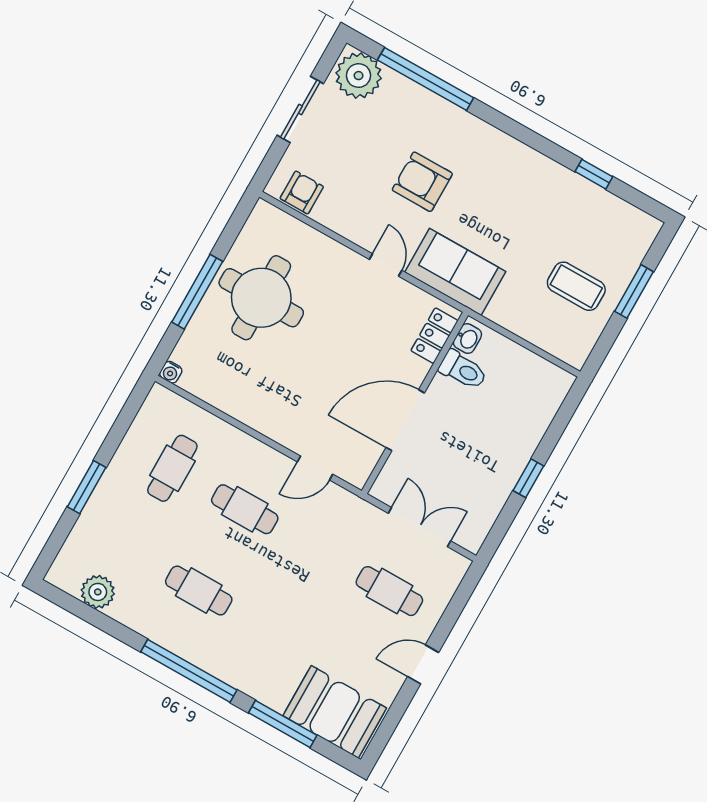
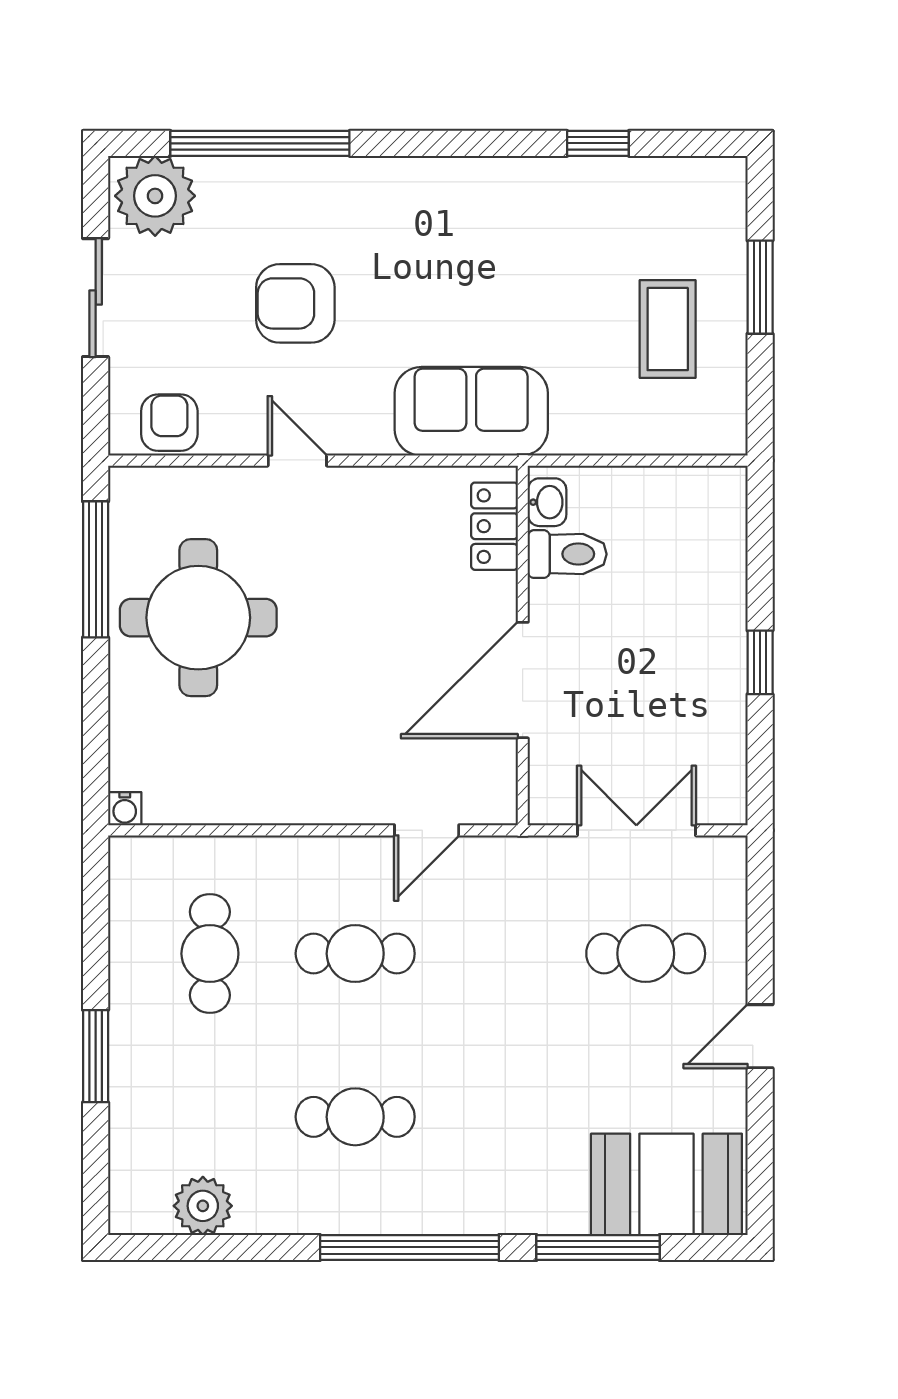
armchair: (422, 182) -> (295, 303), moved
door: (386, 265) -> (297, 461), moved
coffee table: (576, 286) -> (668, 329), turned 90
window: (197, 292) -> (96, 569), moved

